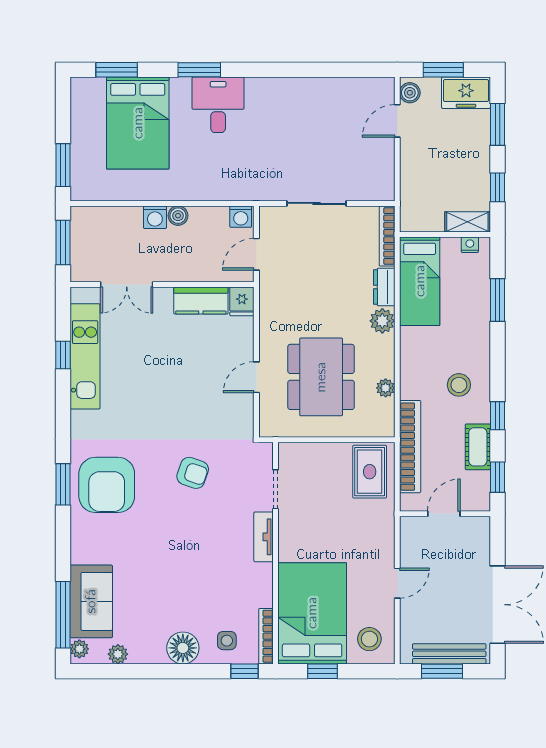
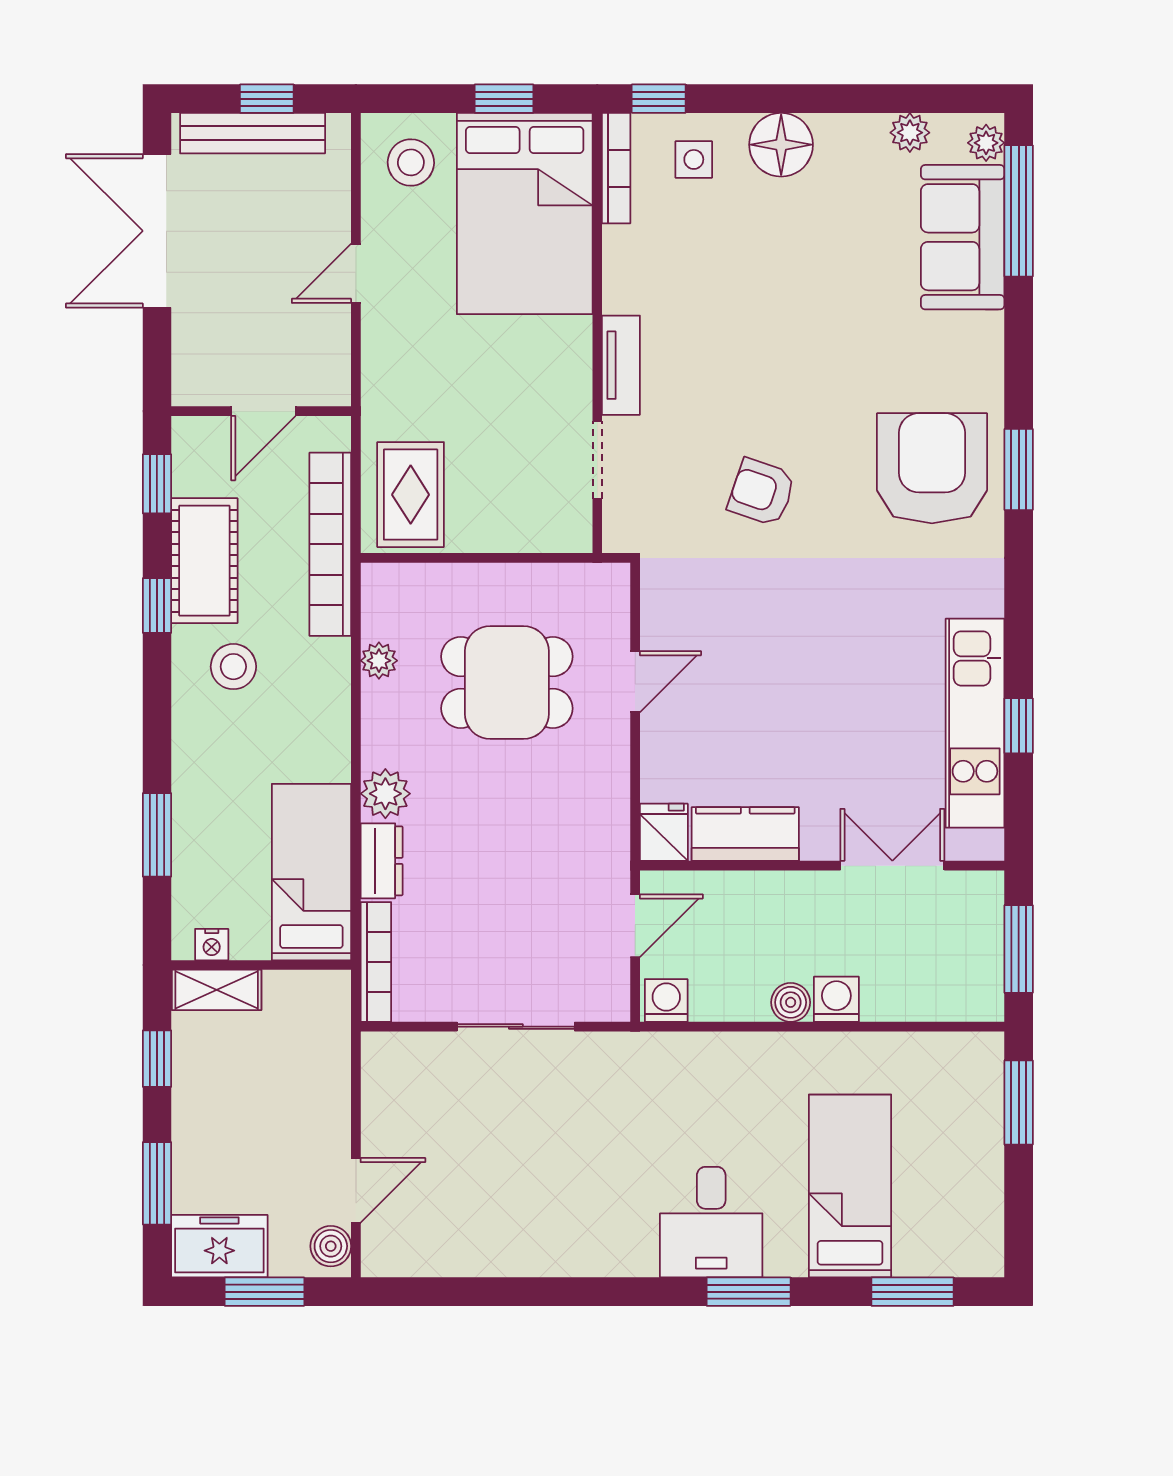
bed: (138, 123) -> (850, 1186), width x0.67
dining table: (321, 377) -> (507, 682), width x0.73
cot: (478, 447) -> (204, 561), width x1.37, depth x1.34
window: (442, 671) -> (267, 99), width x0.67

